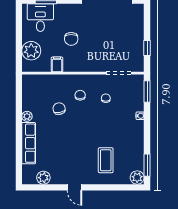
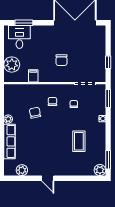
chair: (71, 39) -> (61, 60), moved
coffee table: (106, 160) -> (79, 141), moved

